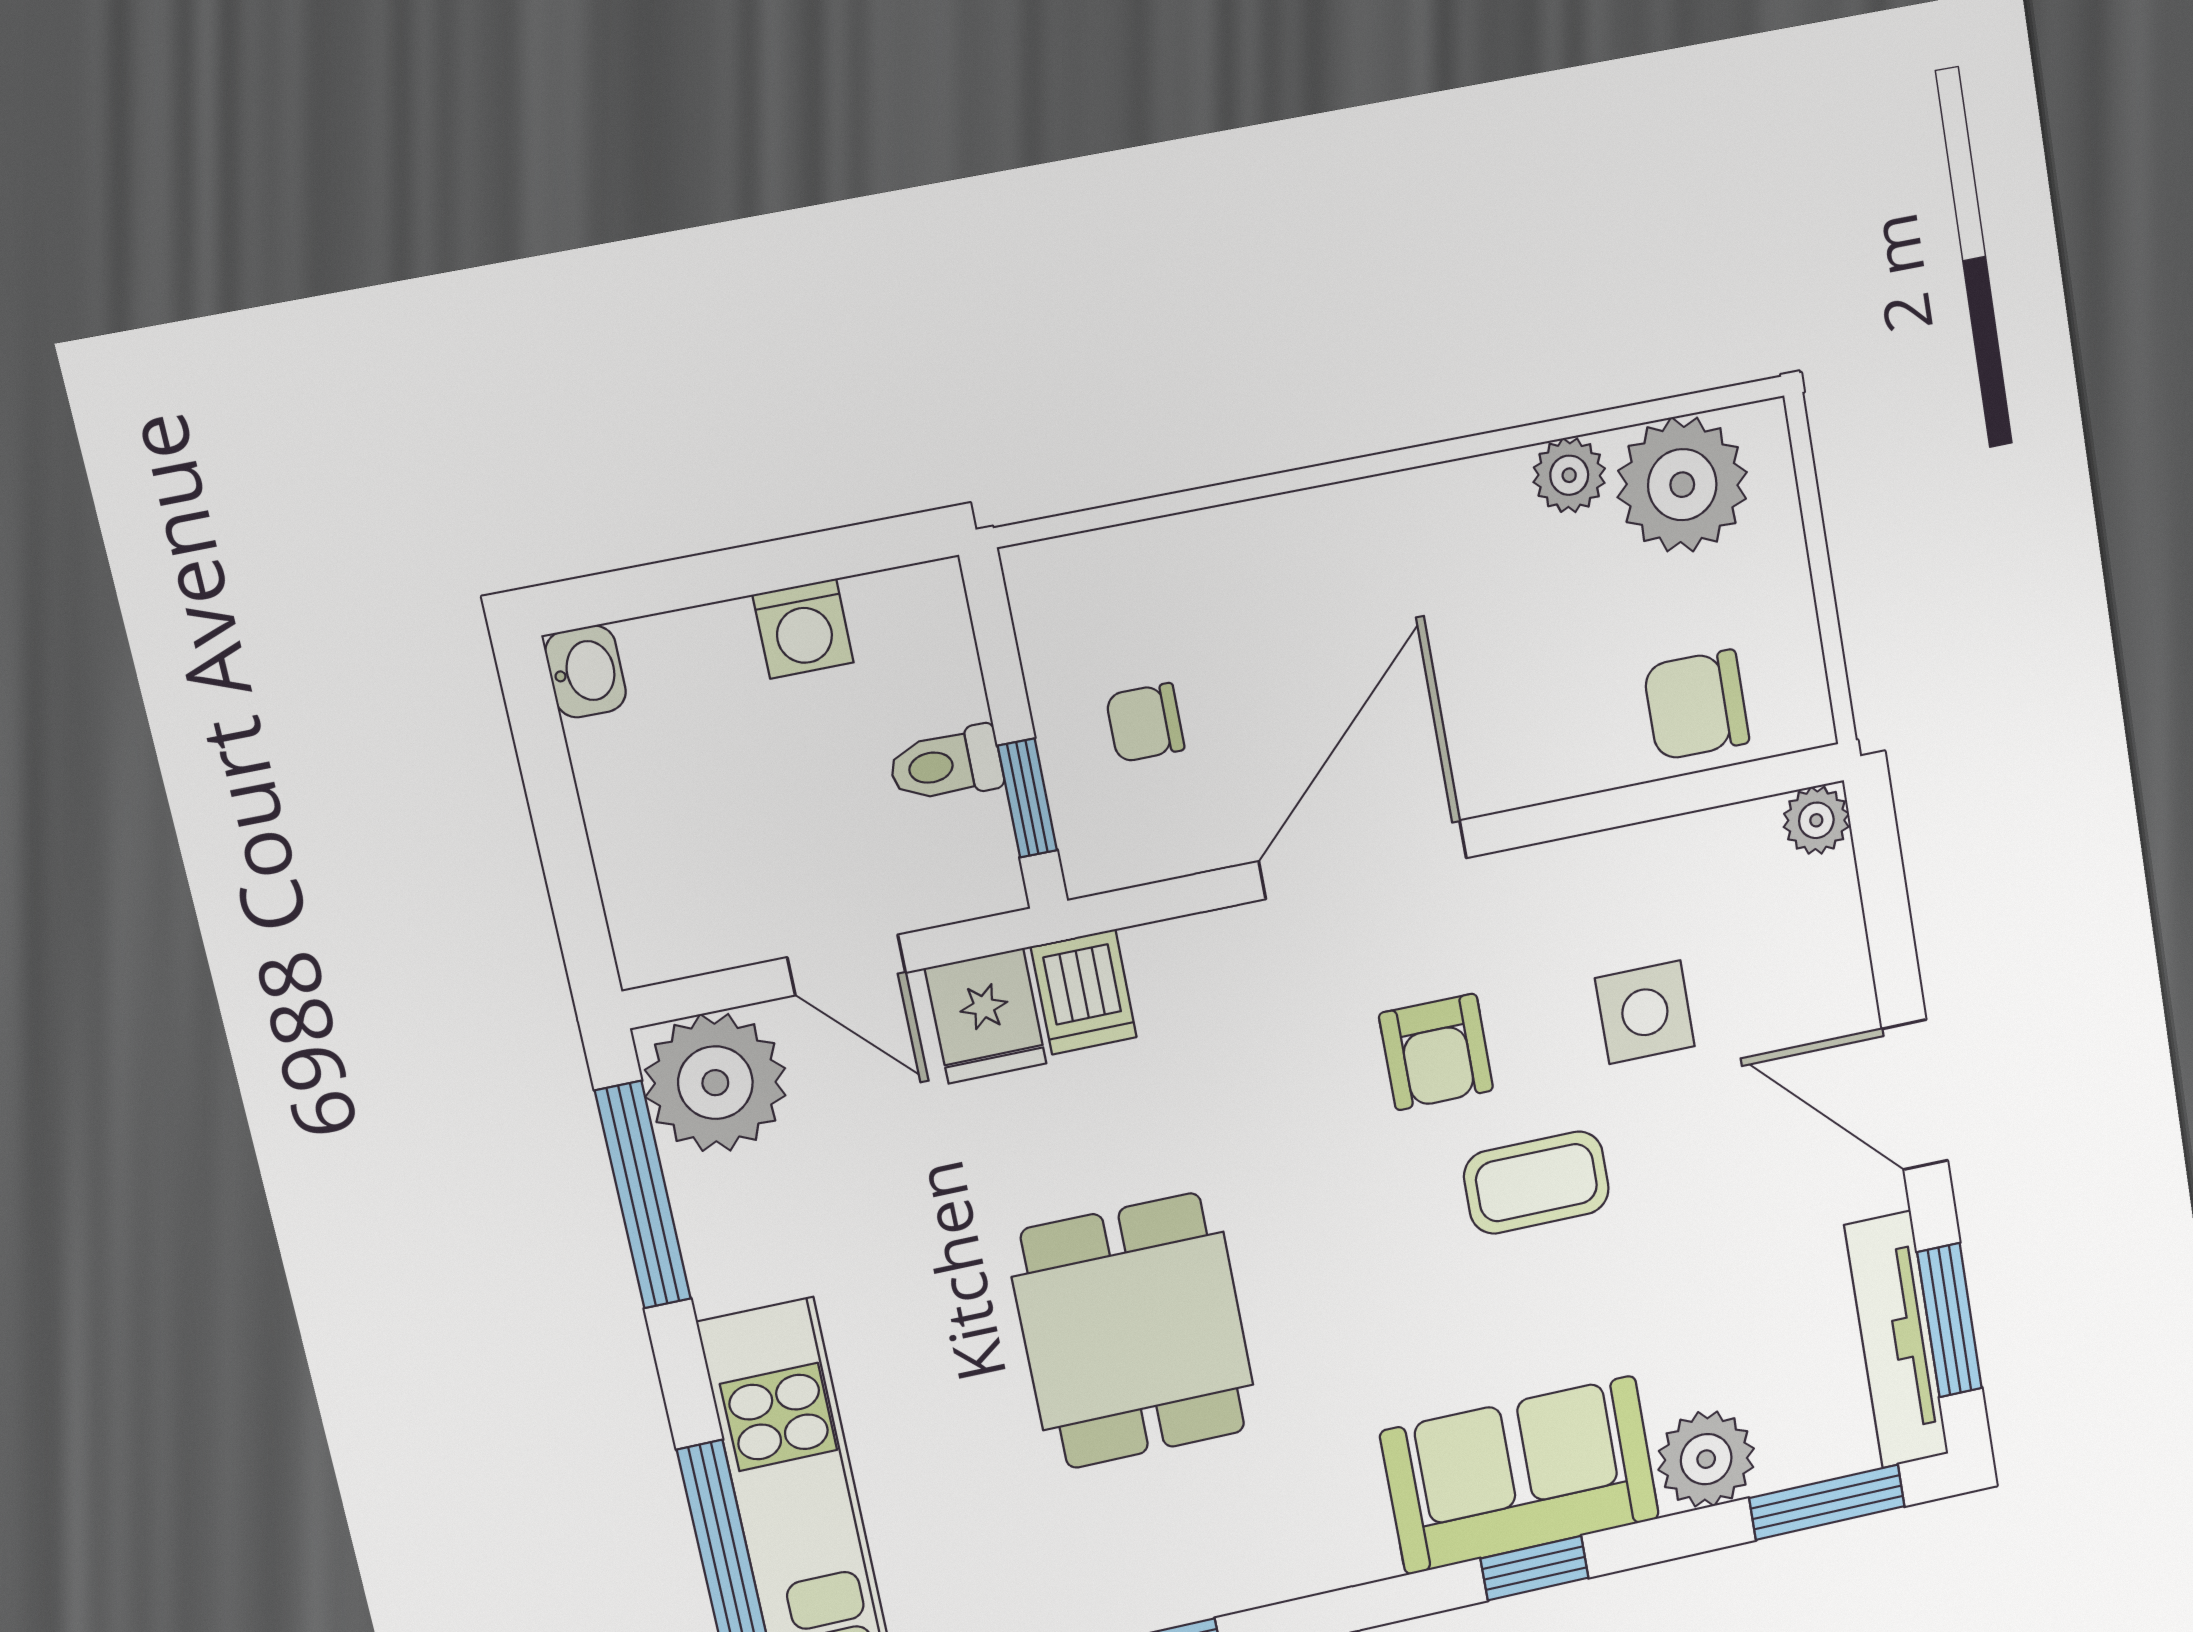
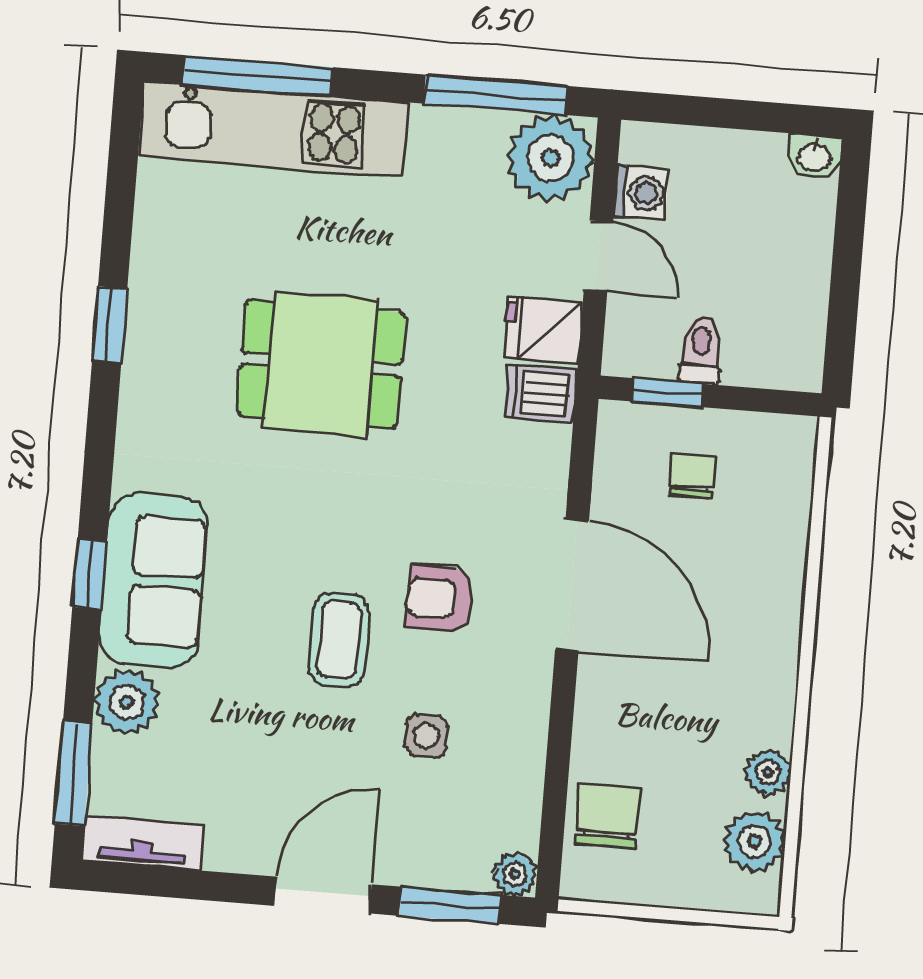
plant: (1682, 485) -> (755, 842), width x0.73, depth x0.73
washing machine: (803, 629) -> (641, 193), moved, turned 180
door: (846, 965) -> (598, 256), swing flipped
side table: (1645, 1012) -> (426, 736), width x0.73, depth x0.73
window: (1950, 1320) -> (450, 905), moved
tv unit: (1896, 1340) -> (143, 843), width x0.71

